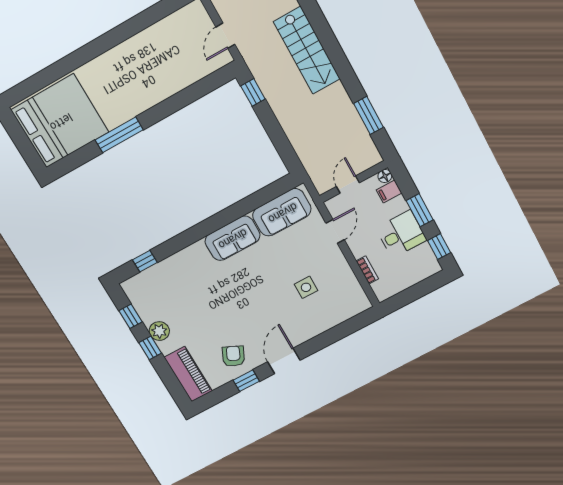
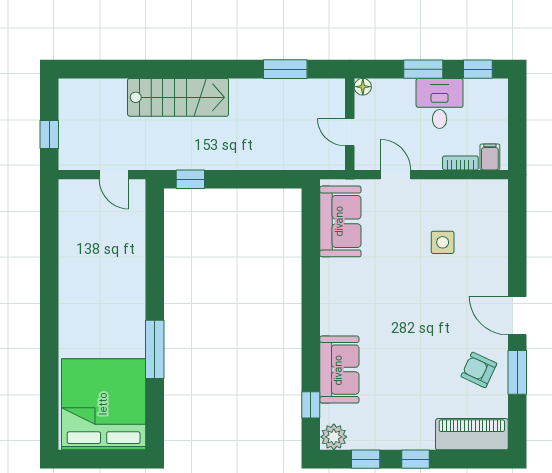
filing cabinet: (389, 191) -> (490, 157), moved, turned 180
sofa: (232, 238) -> (339, 370), moved
plant: (159, 331) -> (334, 437), moved
window: (246, 381) -> (517, 372), width x1.50

